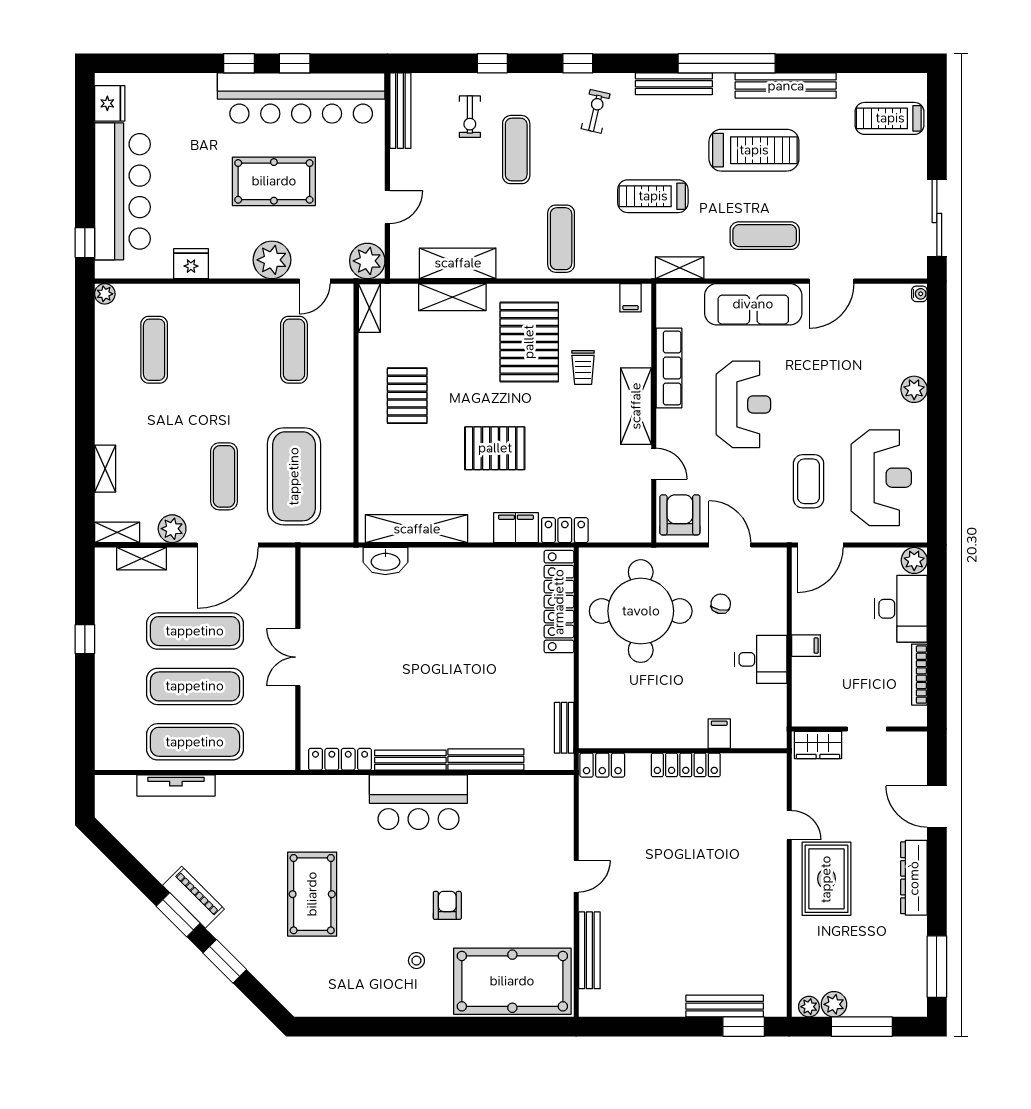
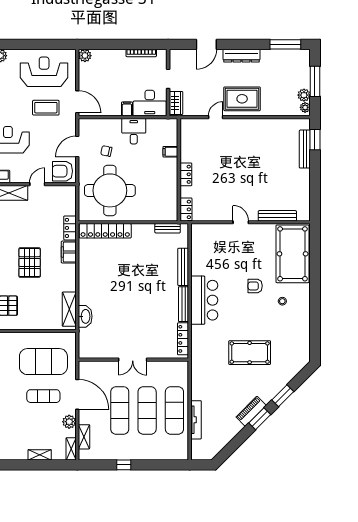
shelving: (417, 529) -> (69, 309), width x0.68
desk: (901, 609) -> (150, 103), moved, turned 180
locker: (686, 765) -> (186, 174), width x0.66

